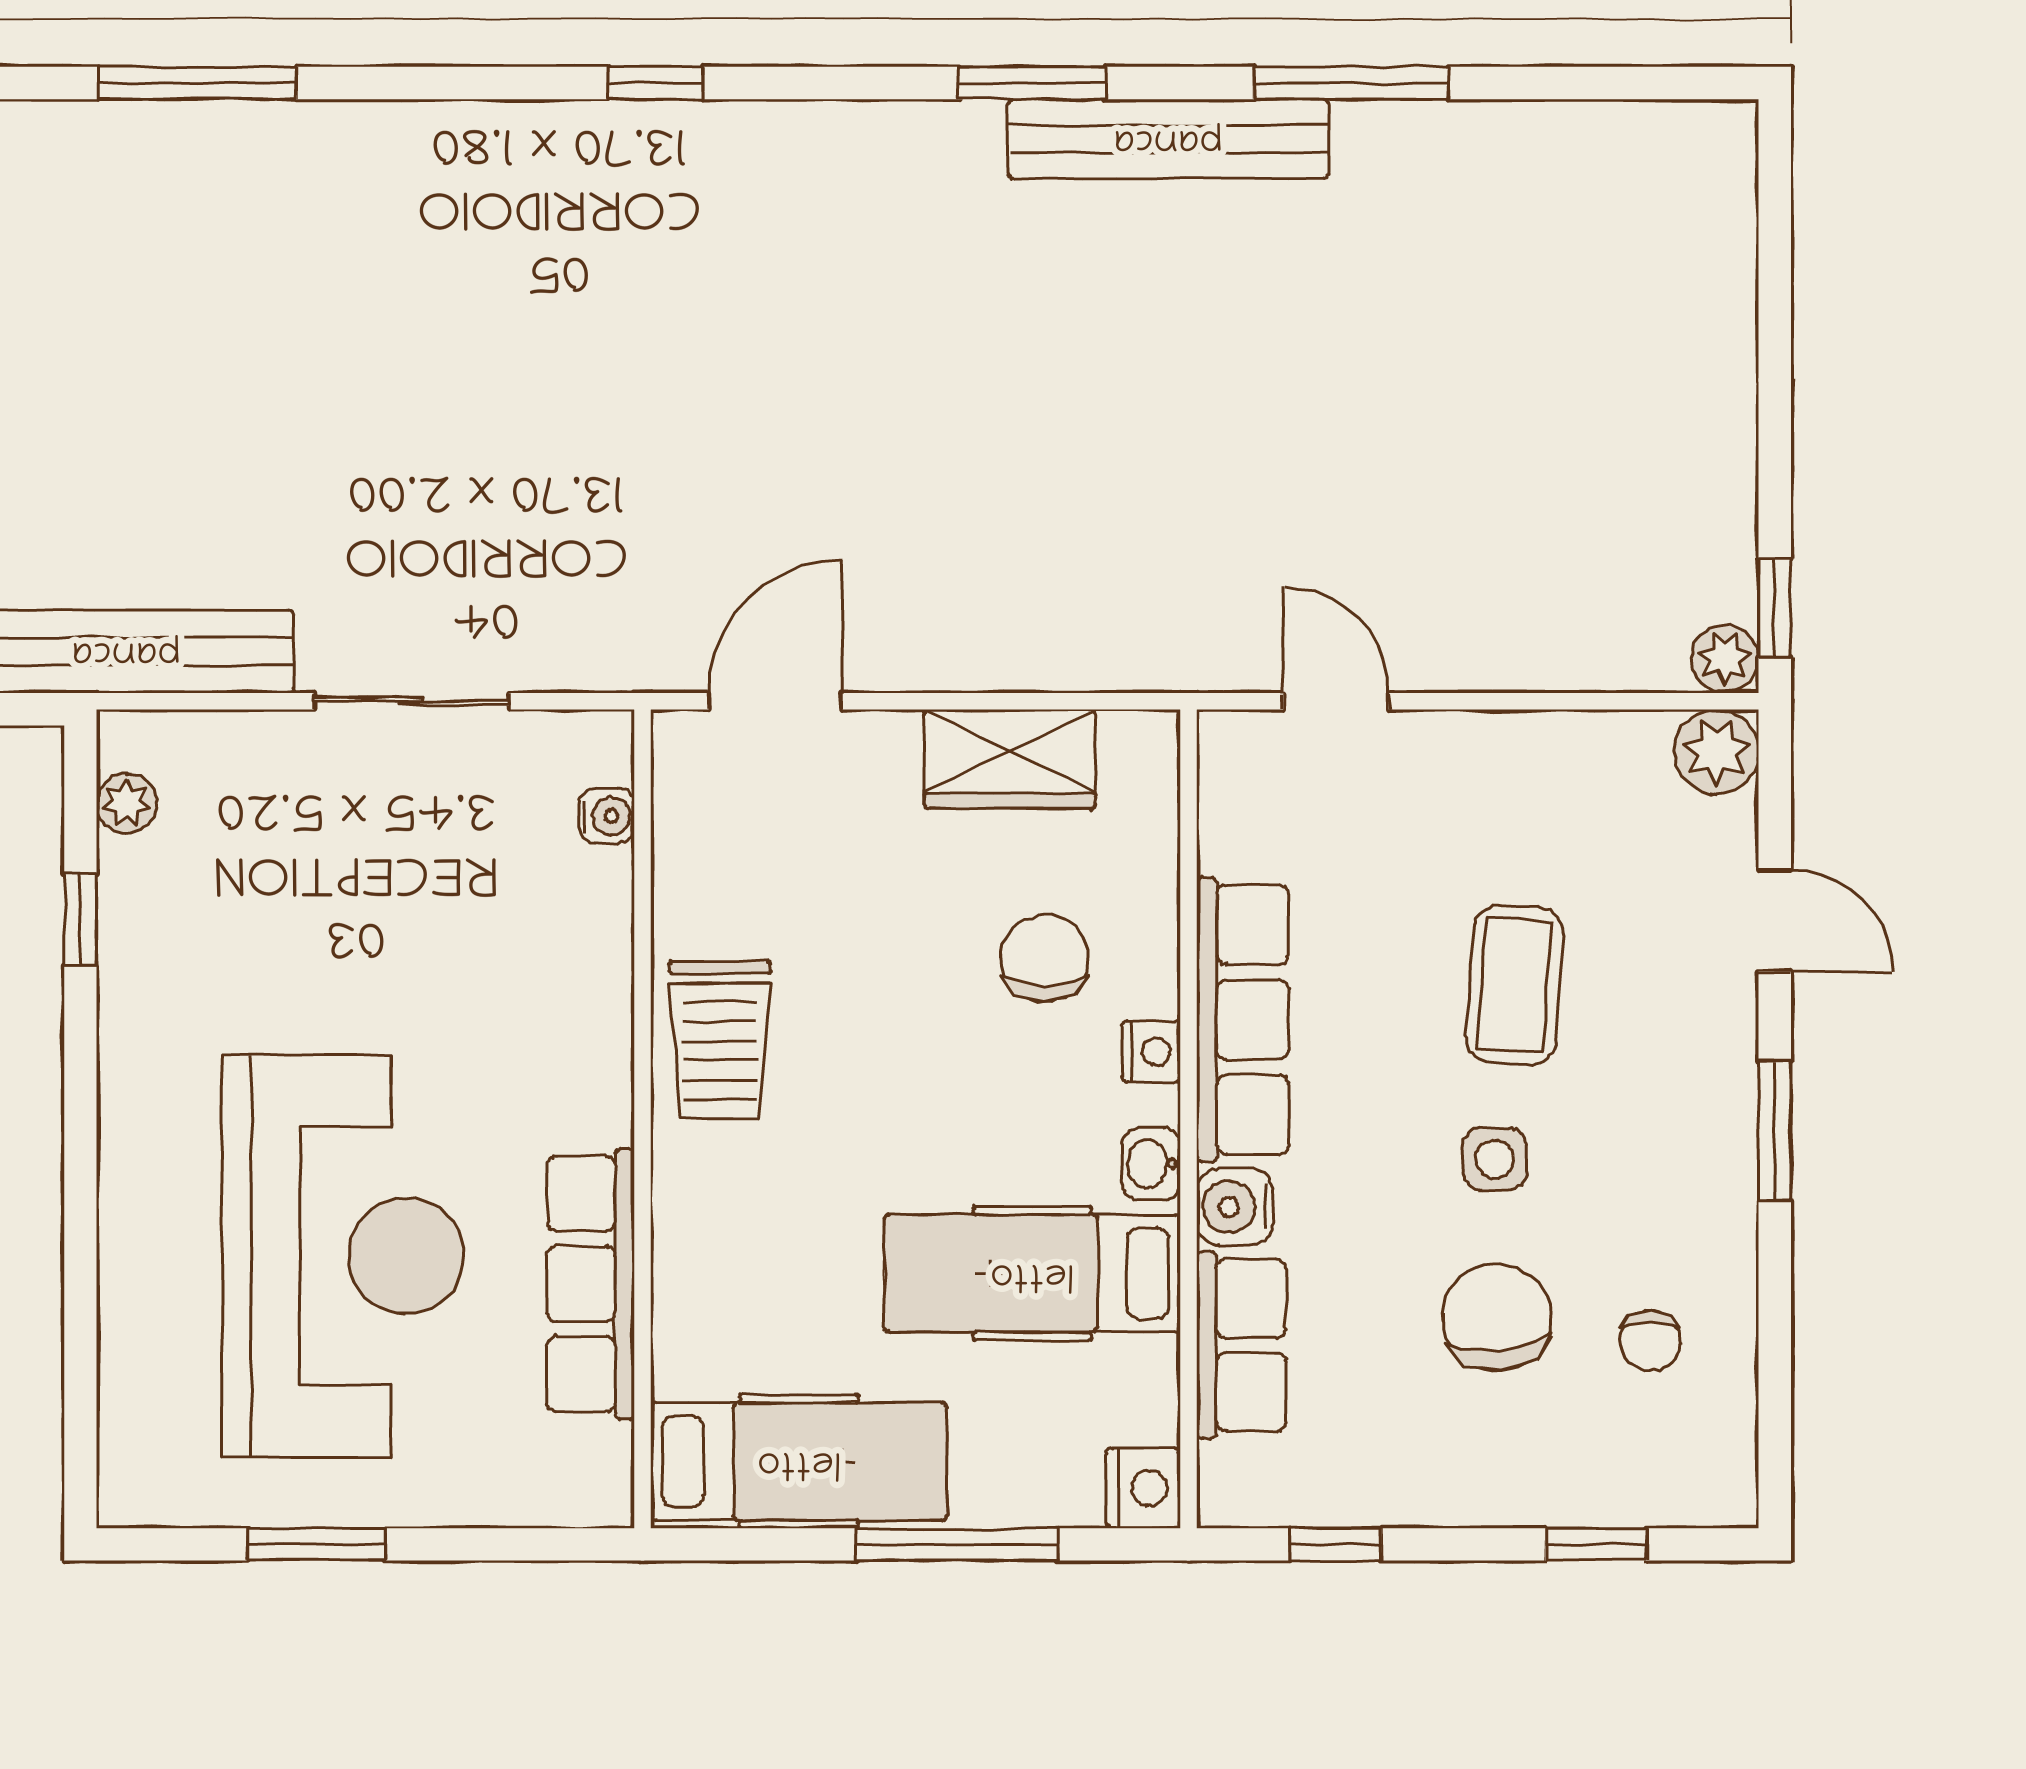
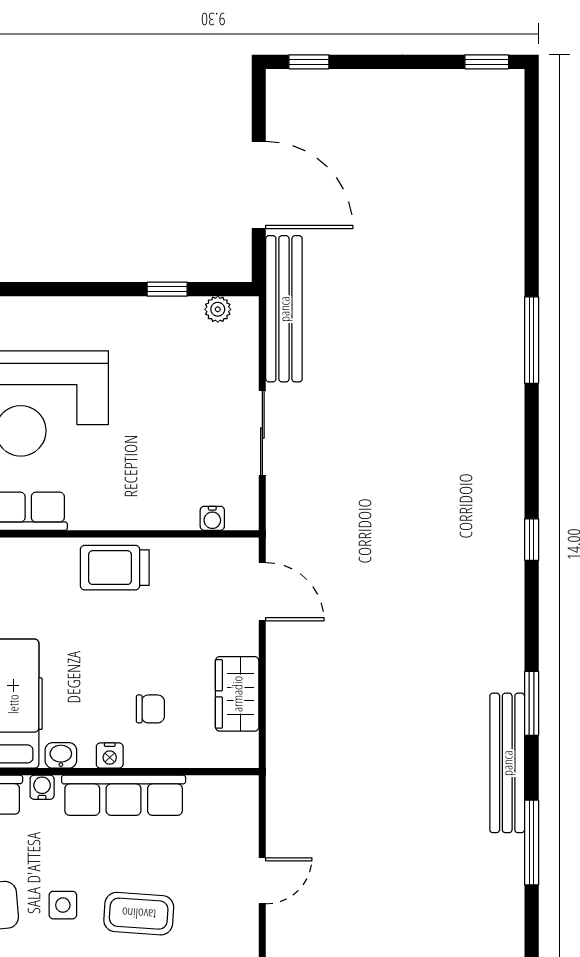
door: (1336, 701) -> (262, 881), moved
chair: (1045, 958) -> (150, 709), width x0.73, depth x0.73
water cooler: (1235, 1207) -> (42, 787), width x0.72, depth x0.72

